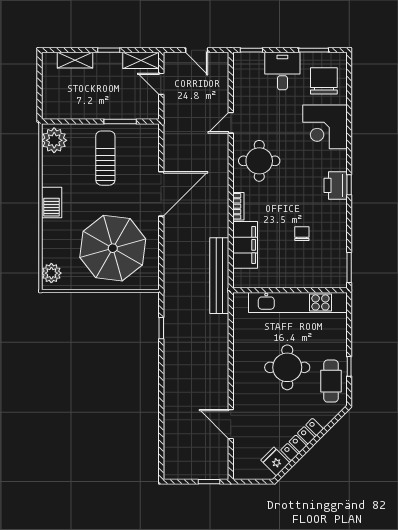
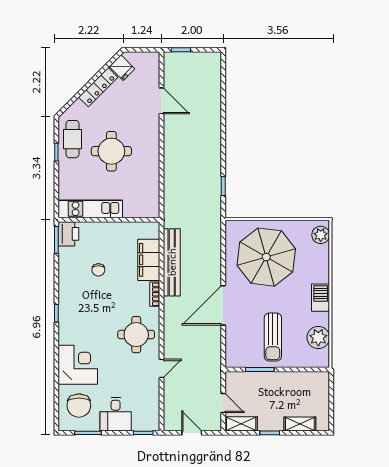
plant: (54, 140) -> (318, 337), moved
printer: (336, 185) -> (68, 234), moved
bench: (219, 276) -> (172, 262), moved
kitchen unit: (298, 302) -> (90, 209), width x0.73

